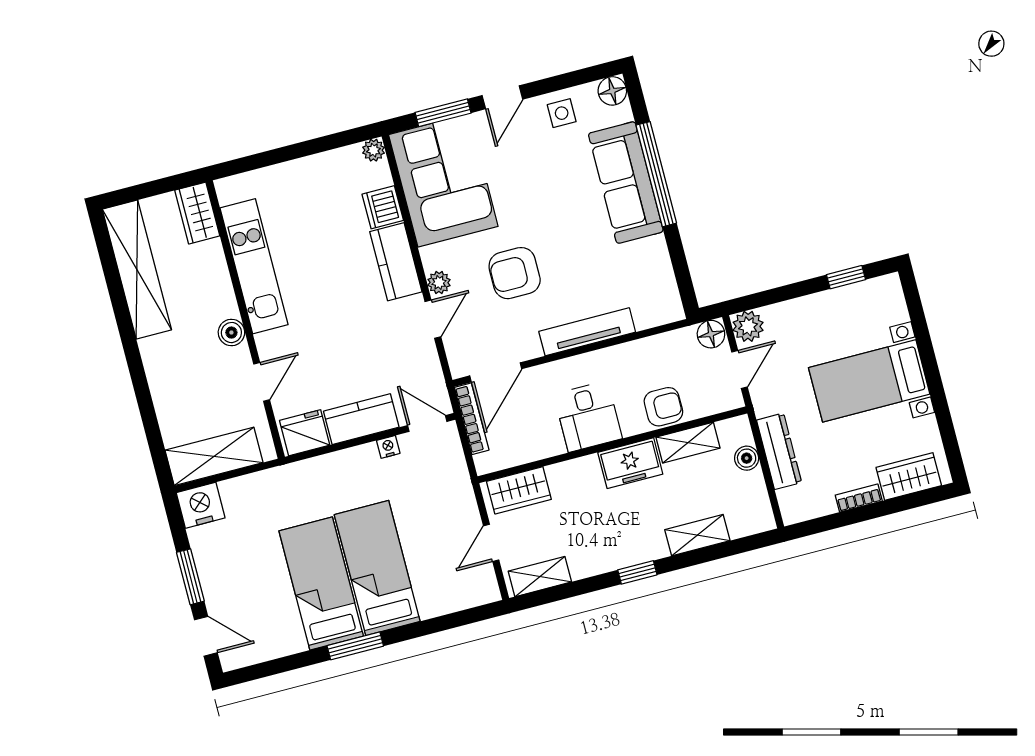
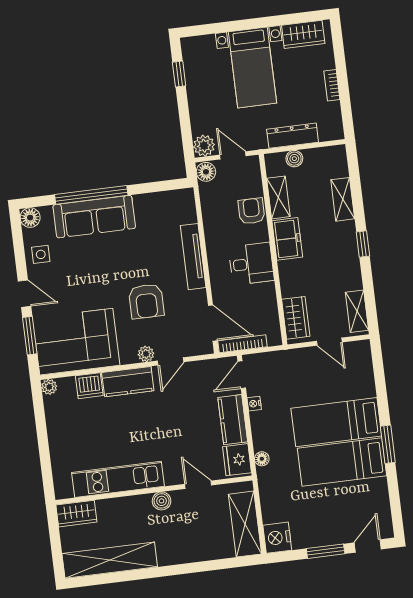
door: (433, 319) -> (171, 361), swing flipped
floor lamp: (311, 468) -> (262, 459), added
wardrobe: (909, 476) -> (303, 34), moved, turned -90

